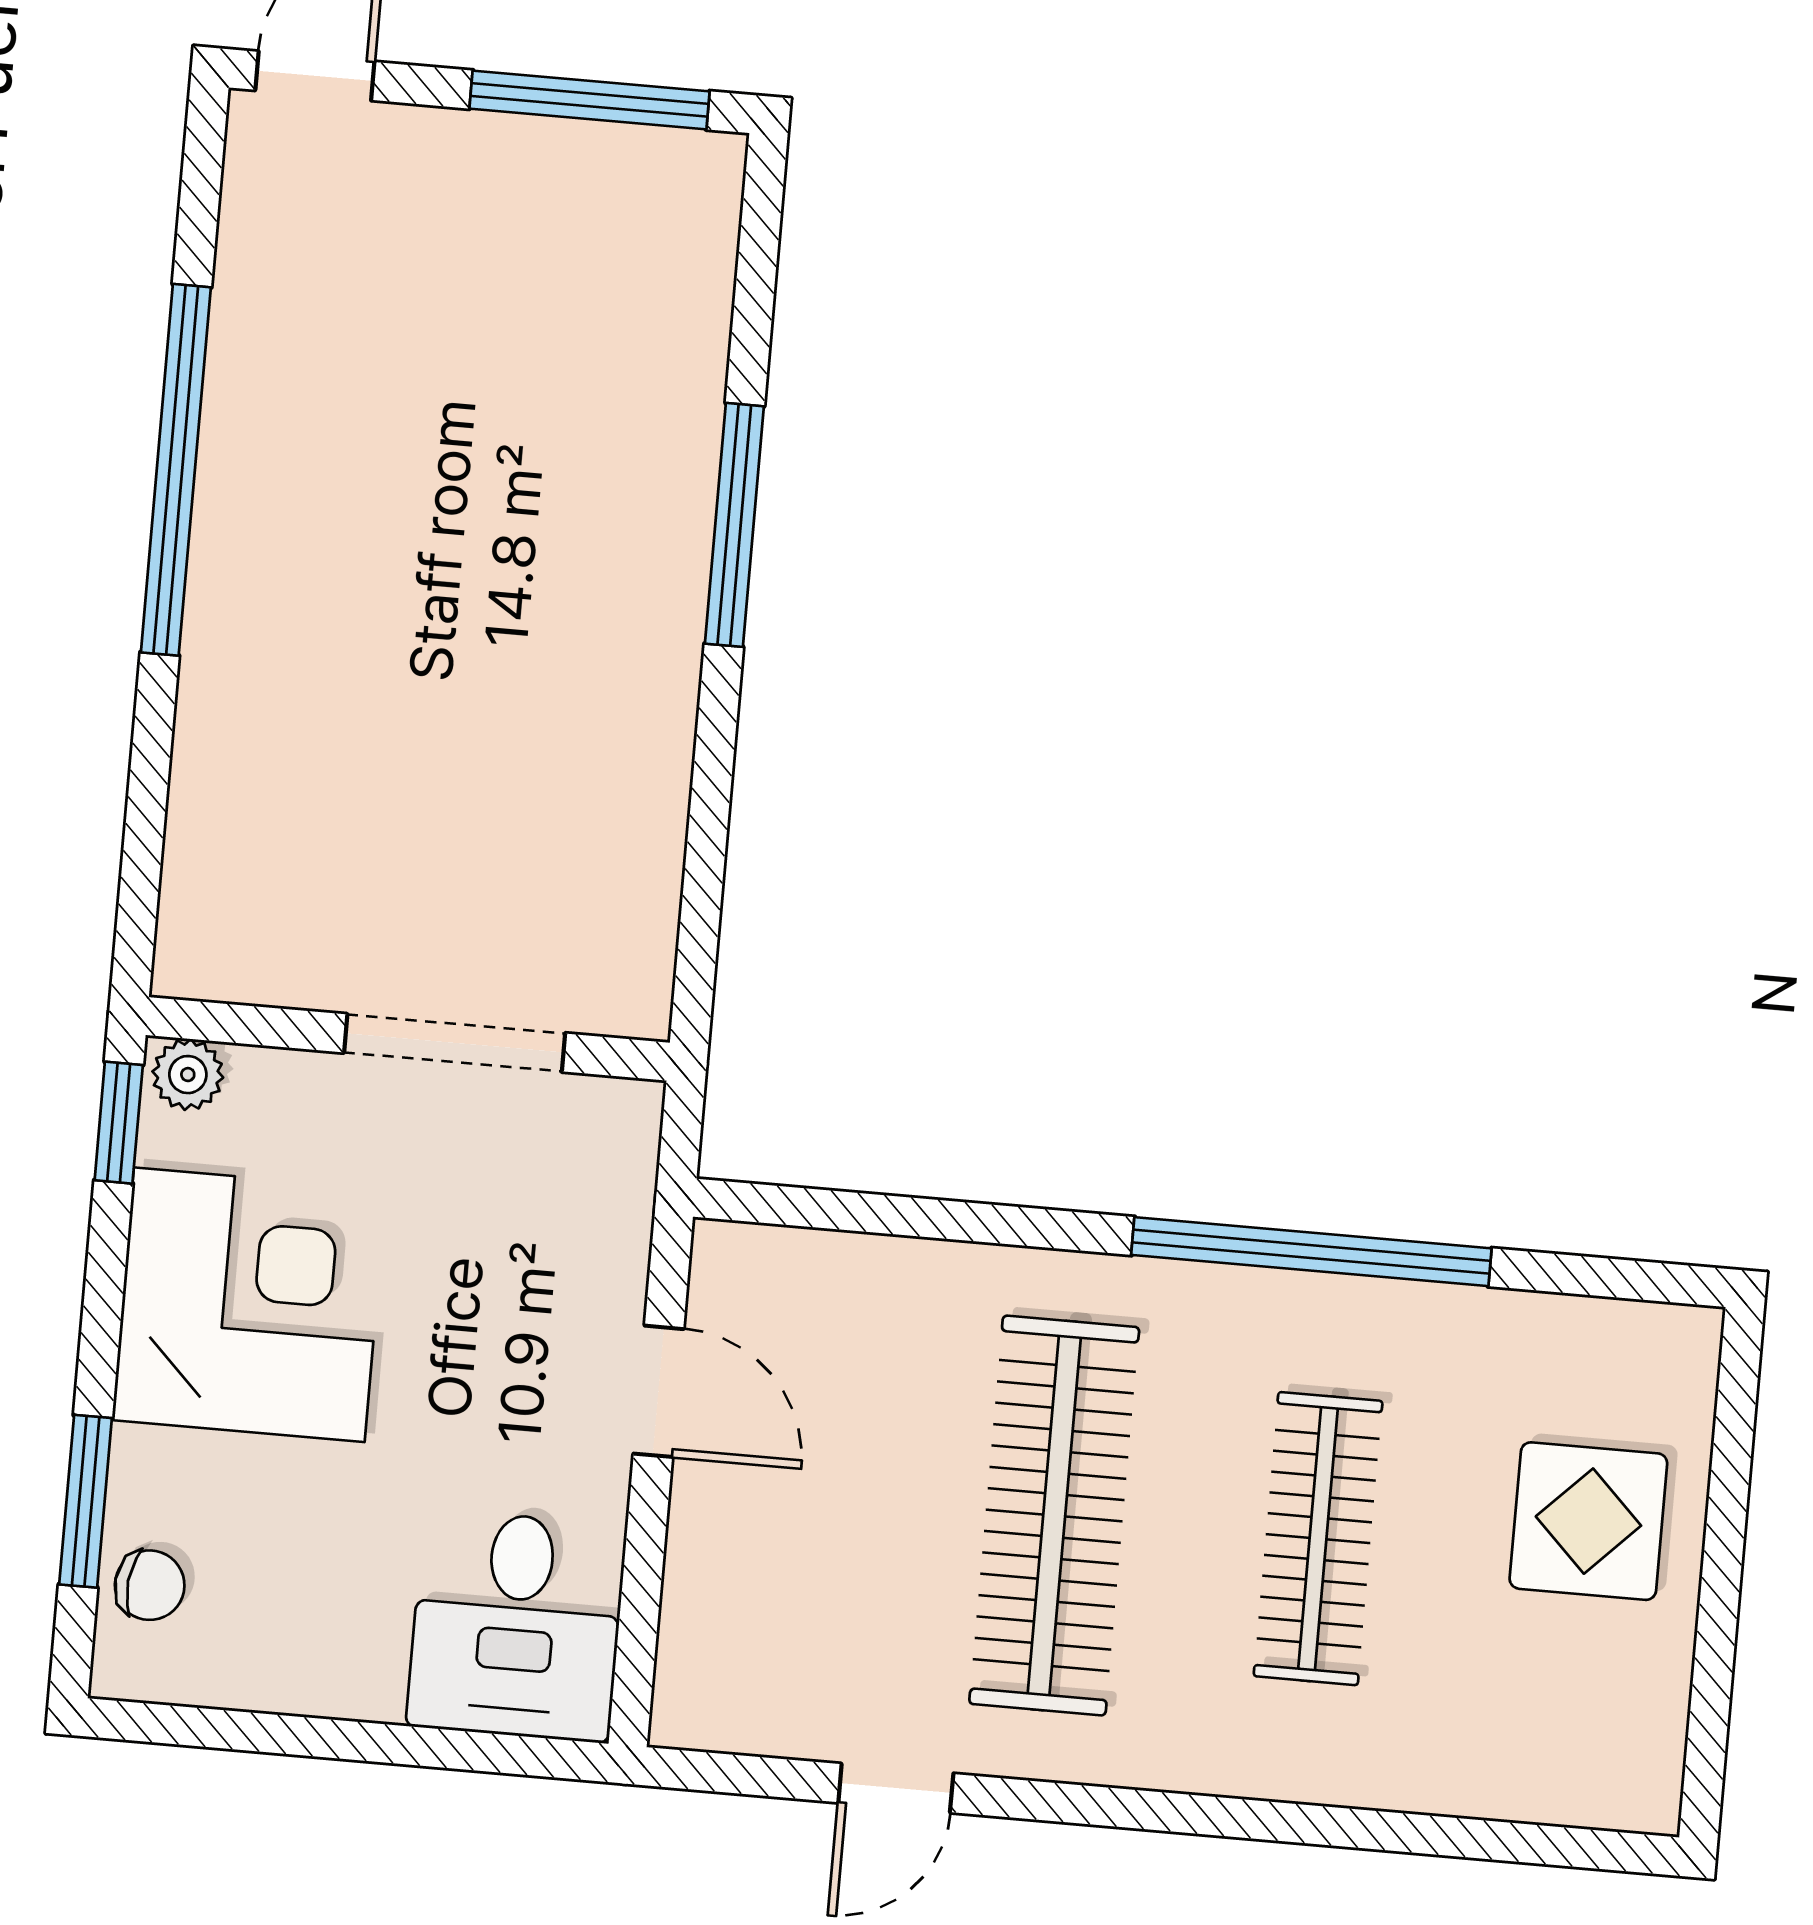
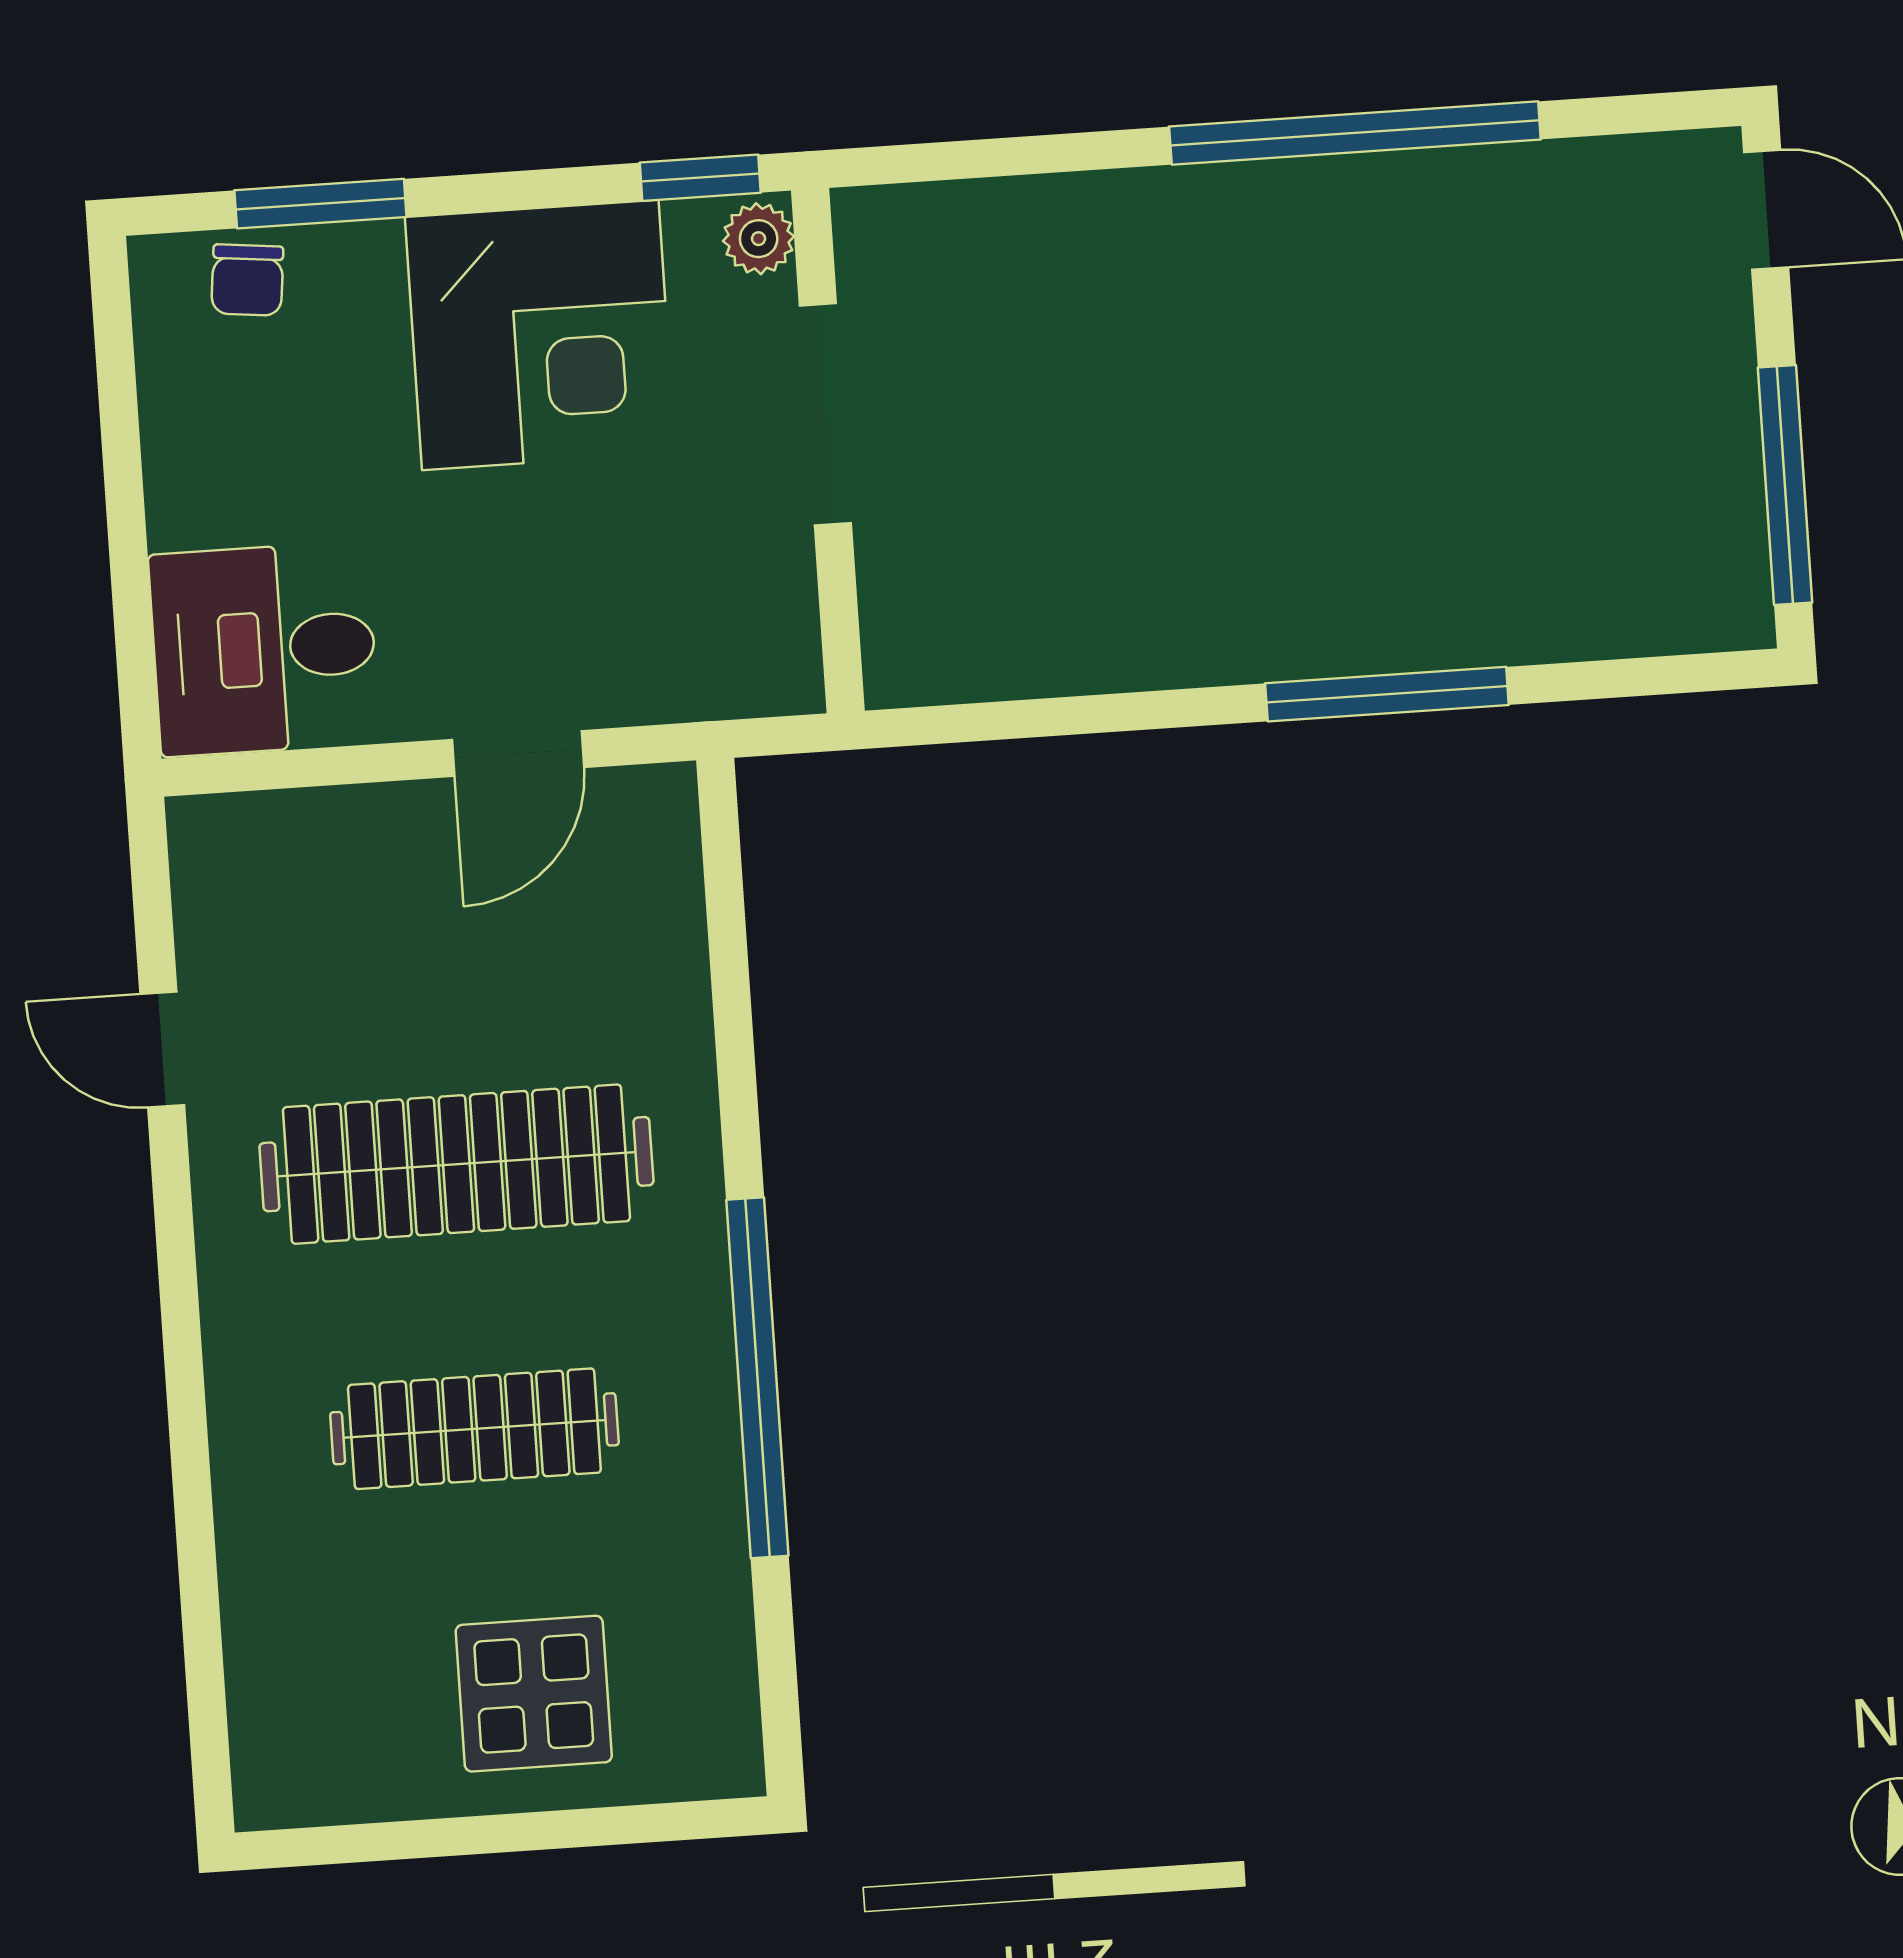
doorway: (455, 1043) -> (825, 414), moved

